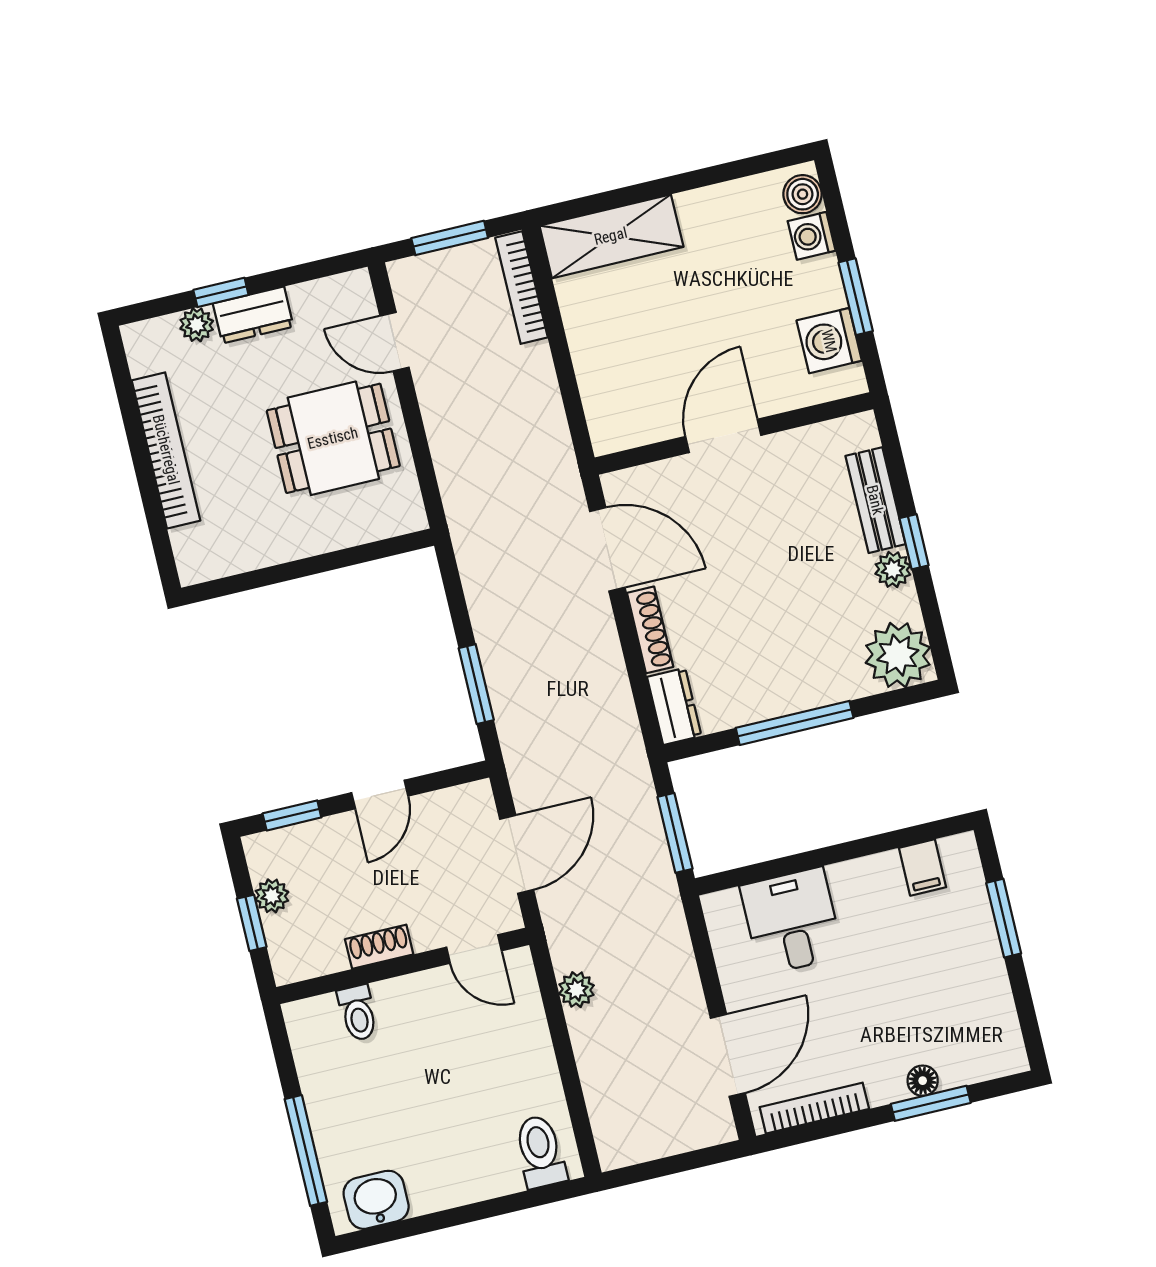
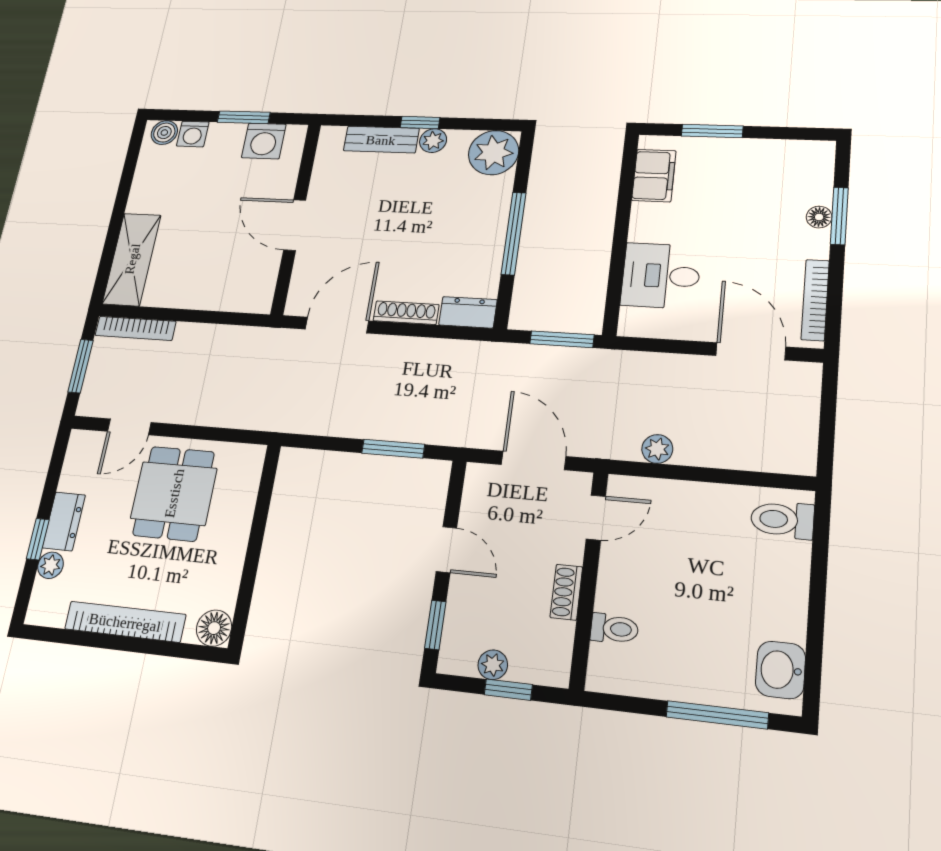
floor lamp: (197, 561) -> (214, 628), added
filing cabinet: (922, 868) -> (654, 175), width x2.00

